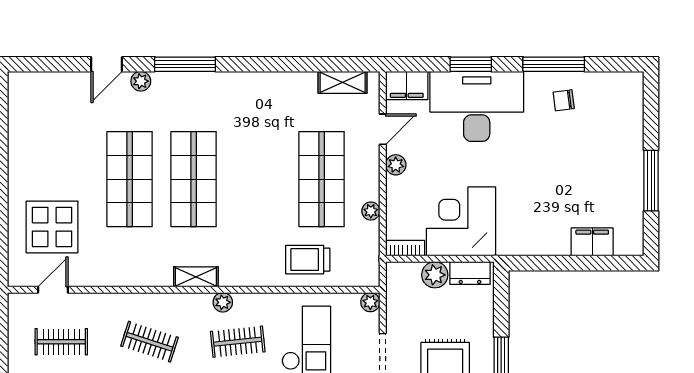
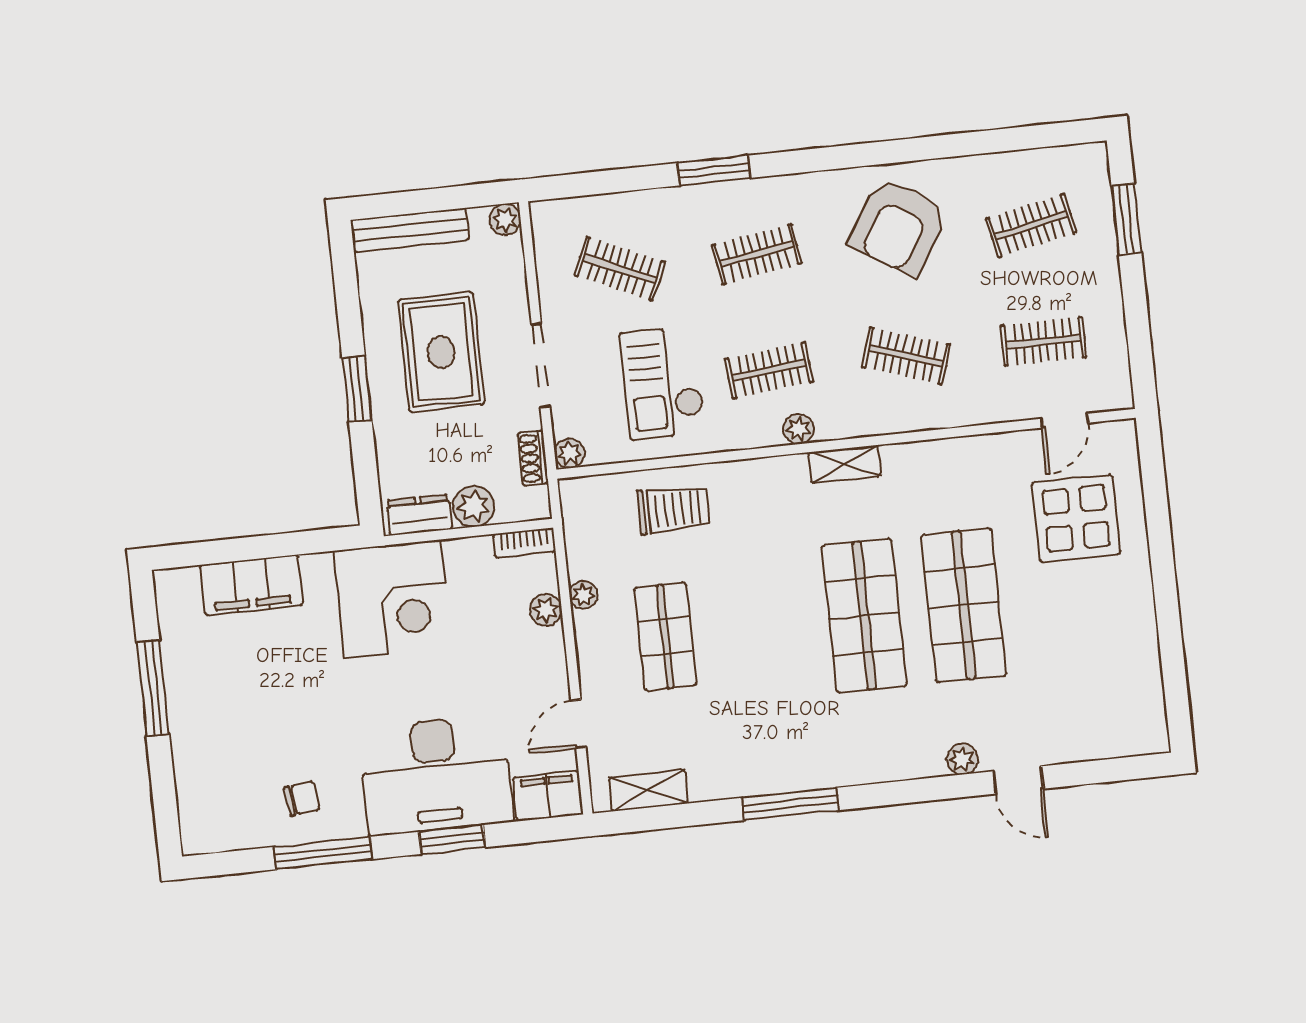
door: (107, 64) -> (1018, 780), swing flipped
window: (185, 64) -> (790, 804), moved
plant: (396, 165) -> (546, 610), moved
shop shelf: (322, 179) -> (665, 637), width x0.70, depth x0.74
corner desk: (461, 221) -> (392, 599), moved
filing cabinet: (592, 242) -> (251, 585), width x1.50, depth x1.17
shoe rack: (394, 302) -> (533, 458), added

